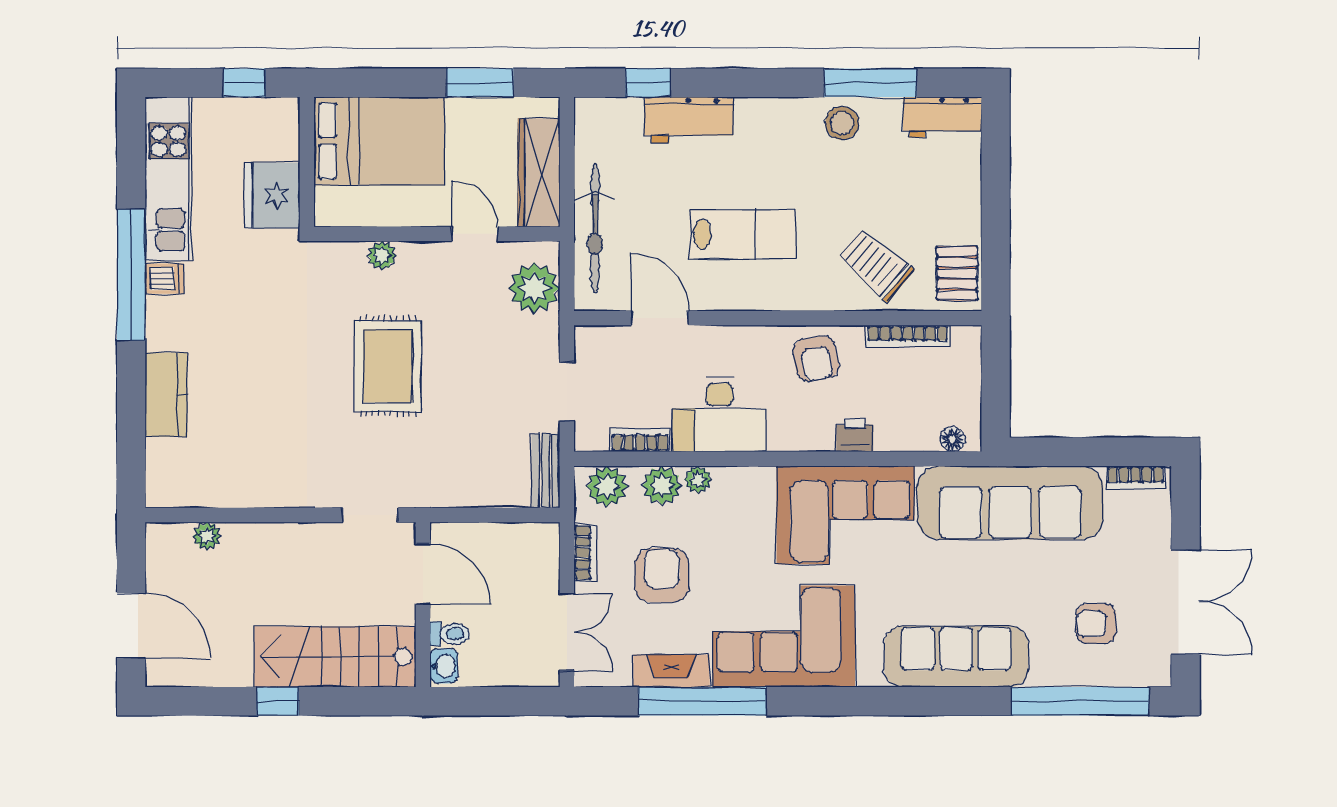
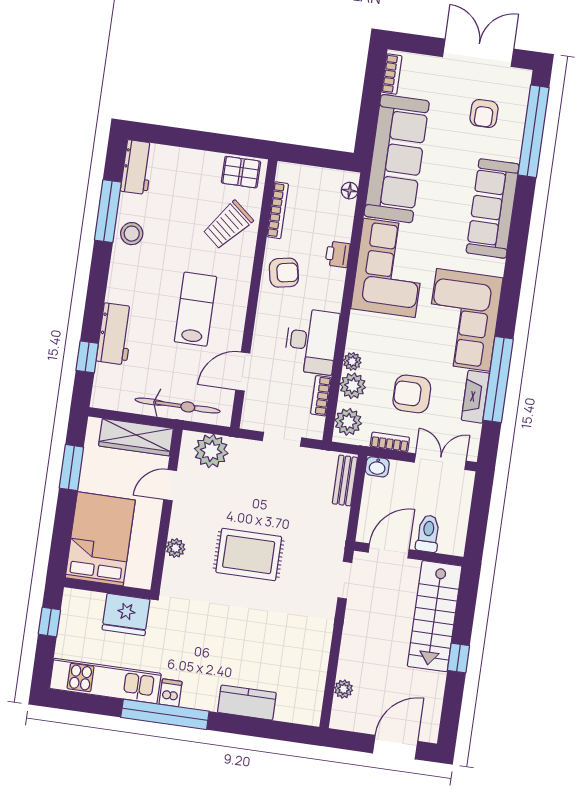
bench: (546, 471) -> (345, 481), moved, turned 90
toilet: (449, 634) -> (428, 534), width x1.37, depth x1.39
washbasin: (444, 666) -> (377, 467), moved, turned 180

